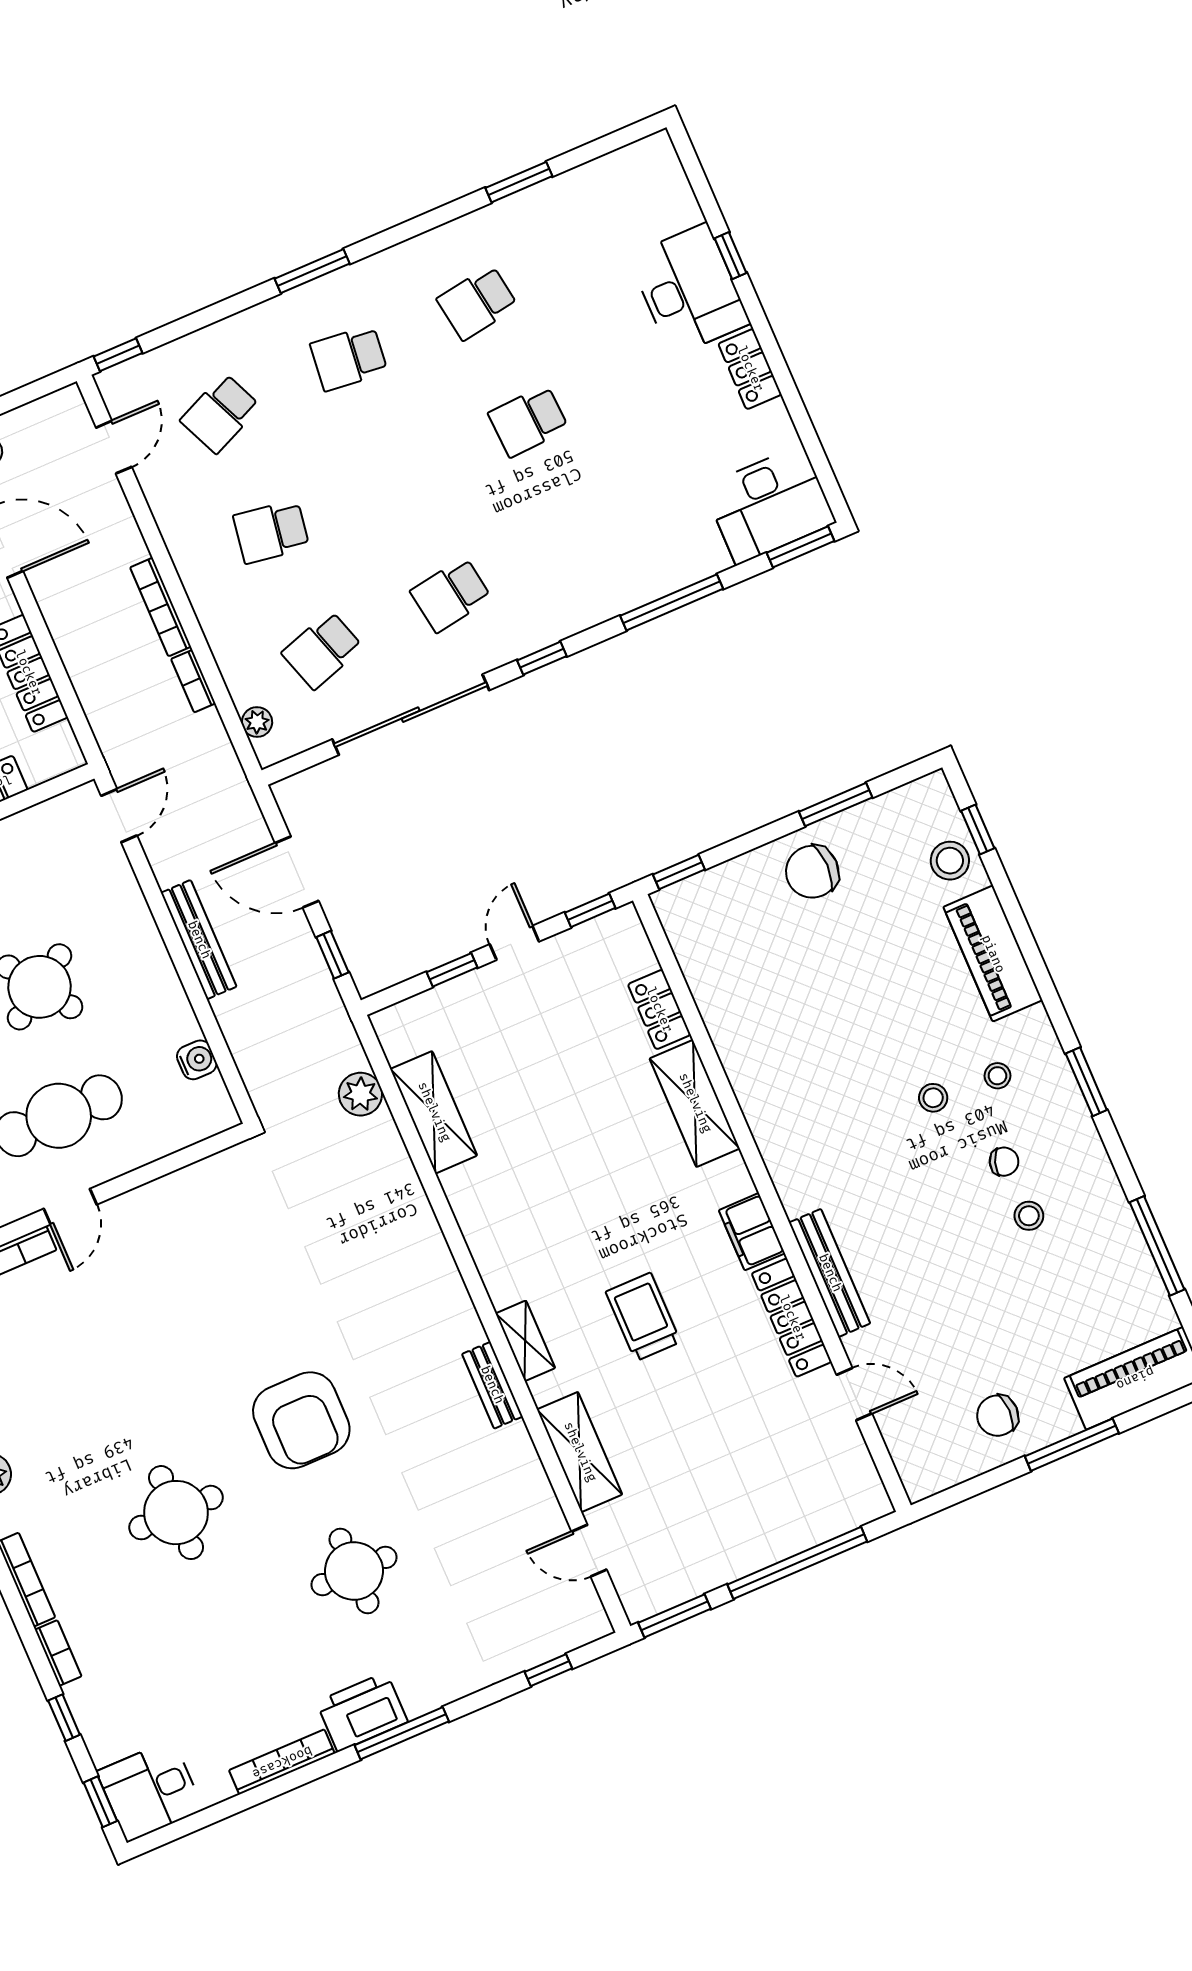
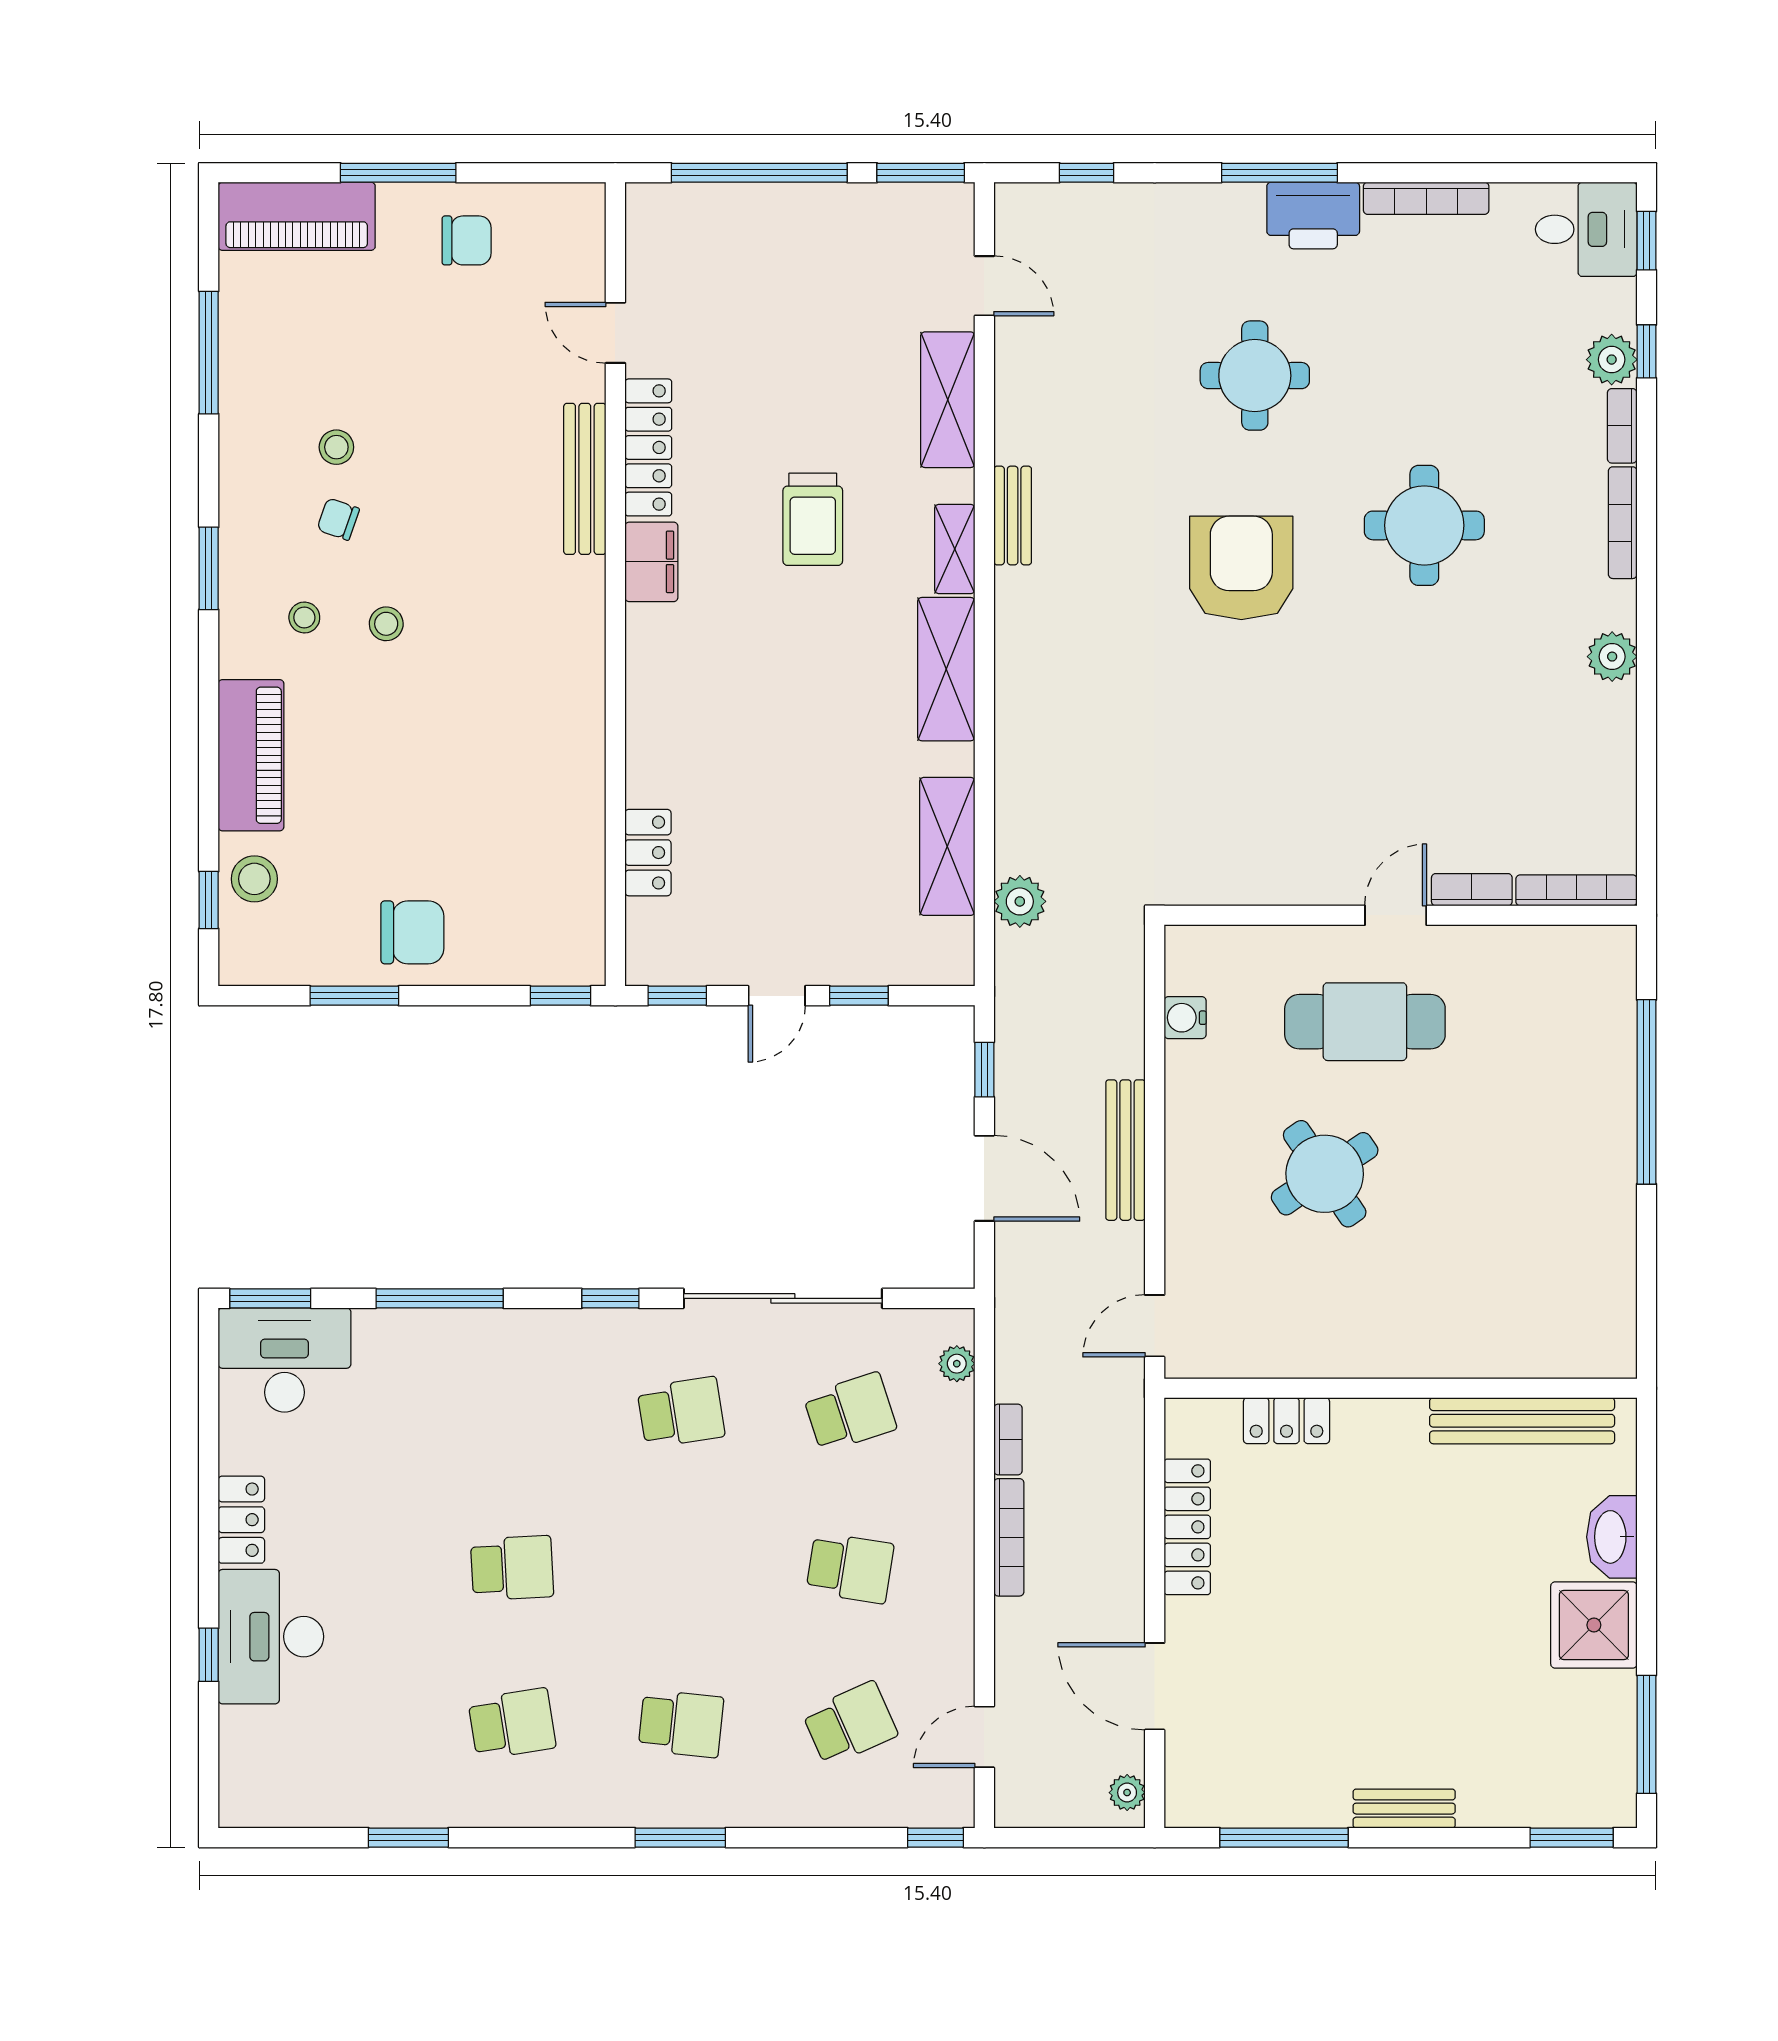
shelving: (695, 1103) -> (946, 669), moved
plant: (88, 1700) -> (1612, 360), added

